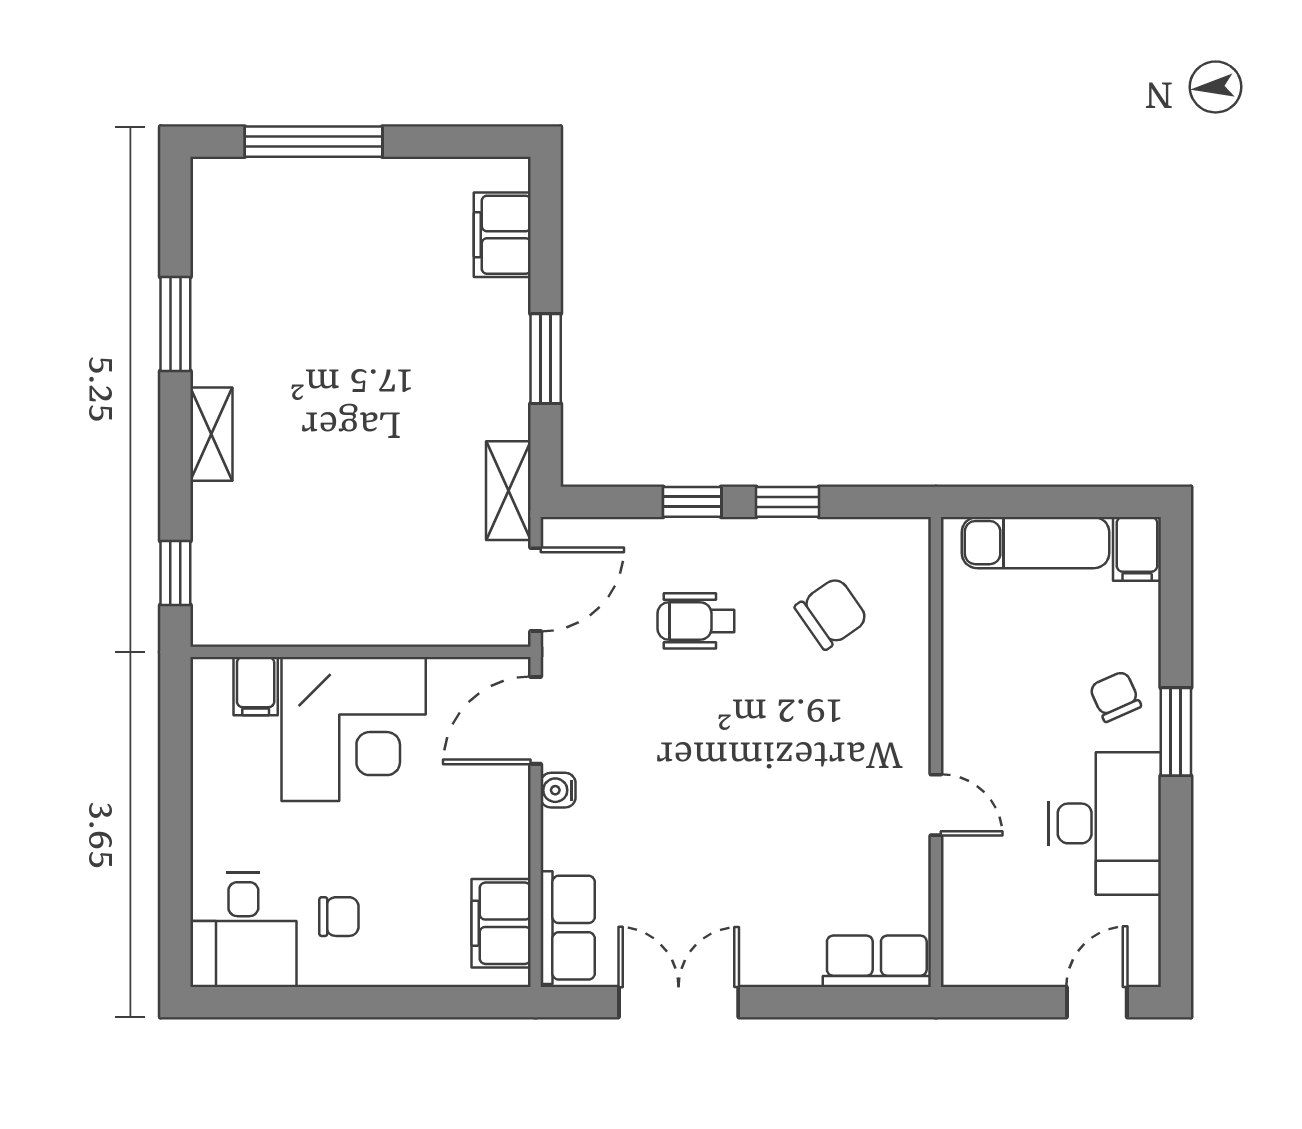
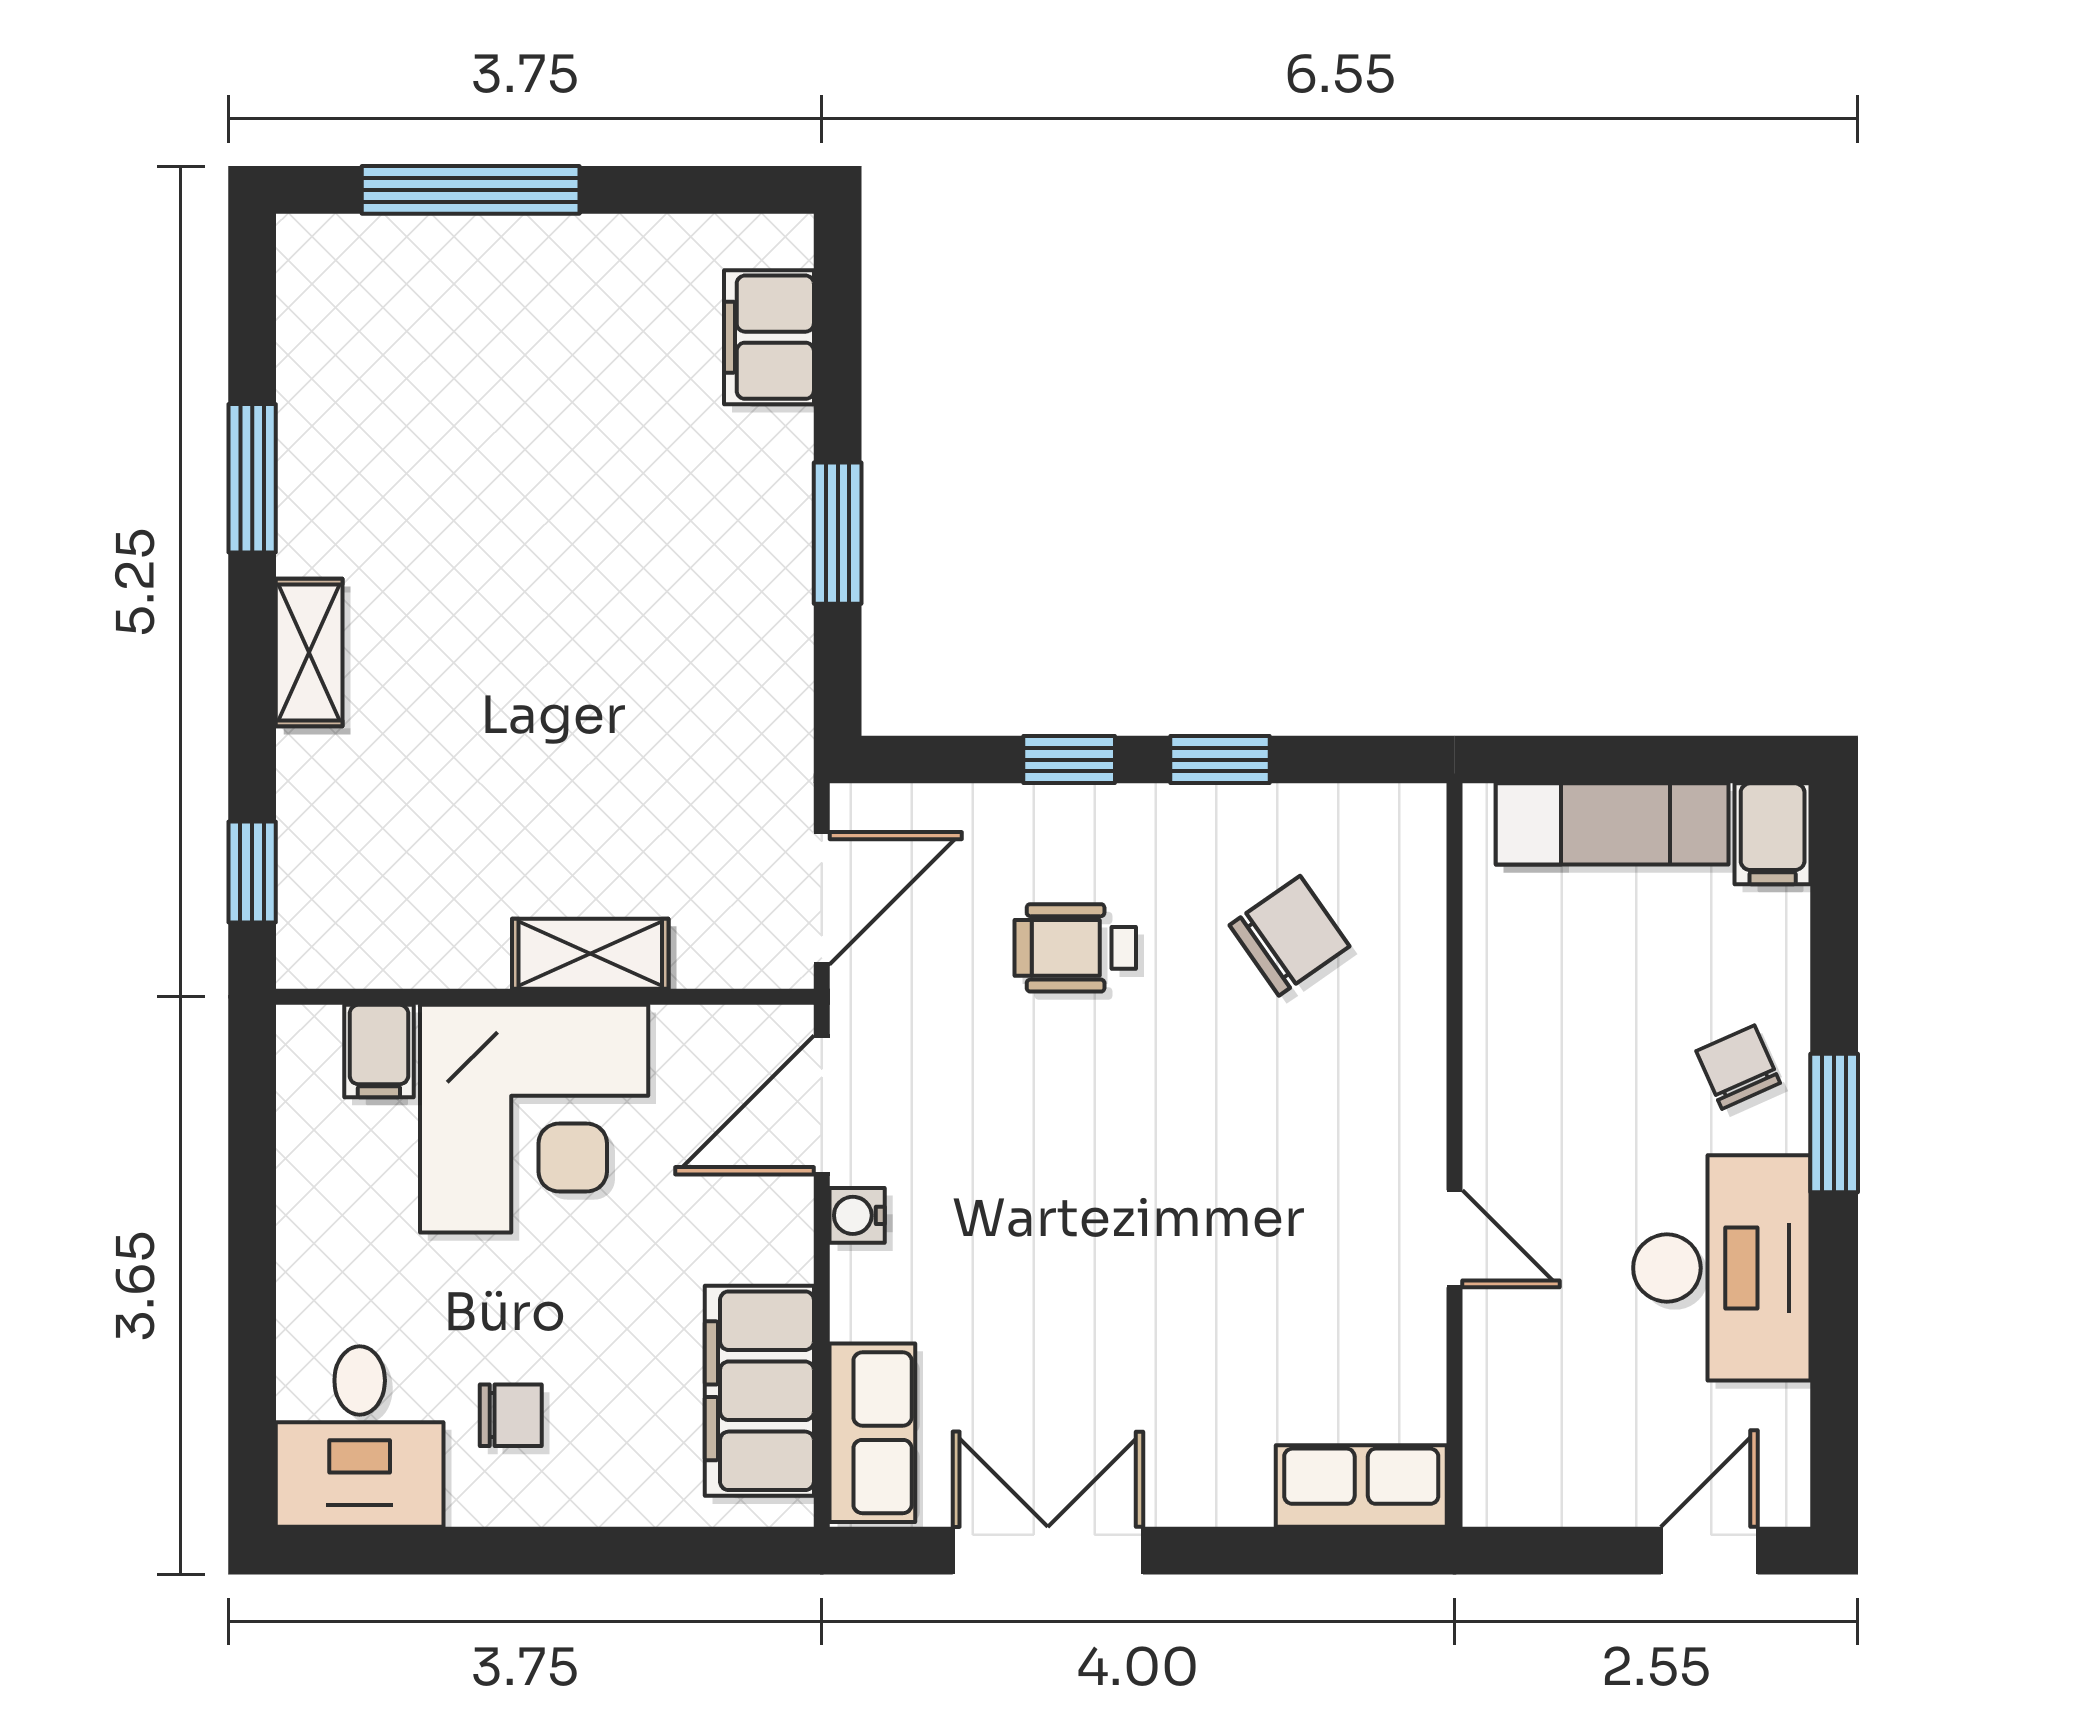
shelving: (508, 491) -> (590, 954), moved, turned 90
filing cabinet: (501, 923) -> (759, 1391), width x1.50, depth x1.17

